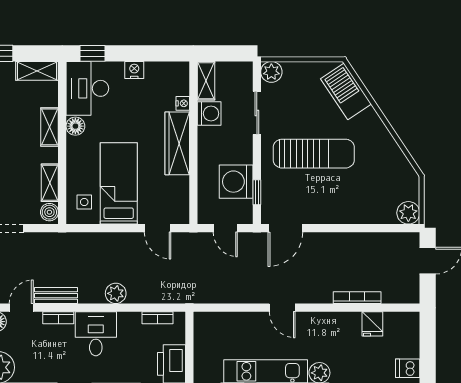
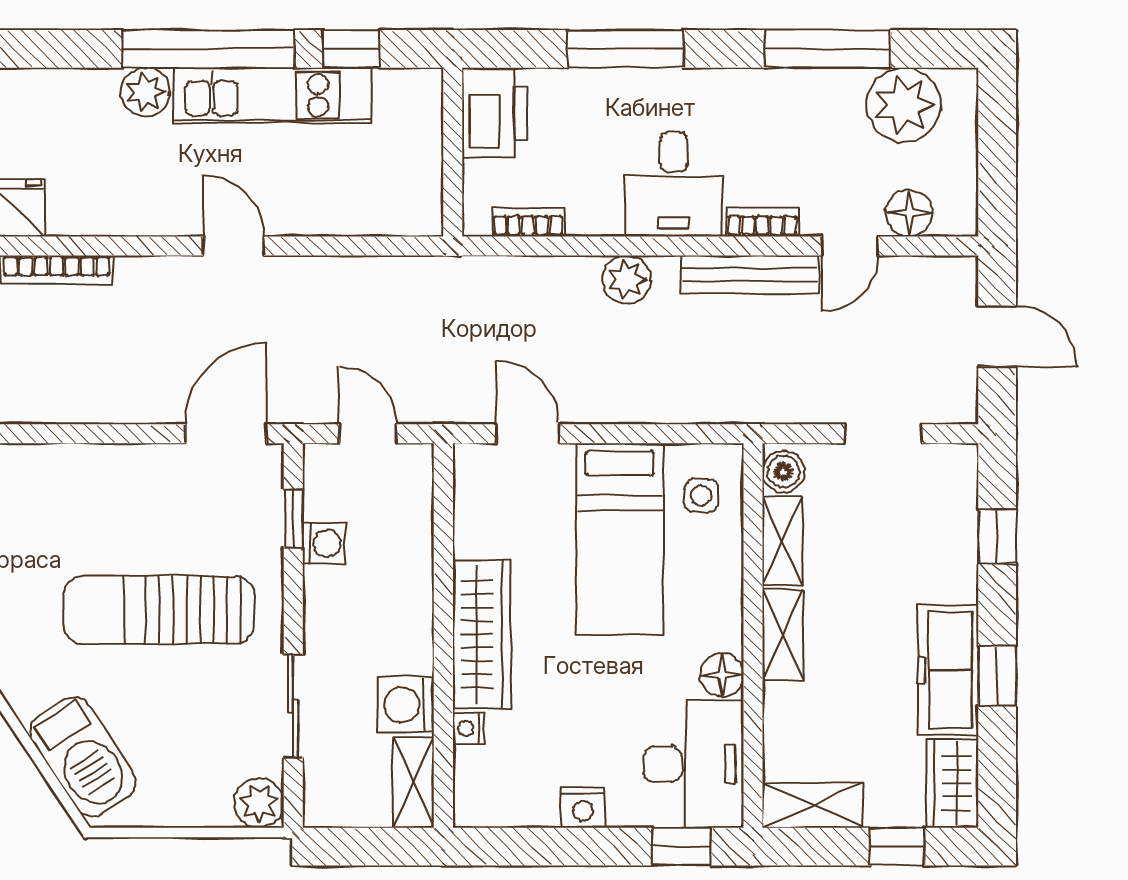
shelving: (50, 127) -> (783, 635), moved
washing machine: (236, 182) -> (324, 544), width x0.53, depth x0.53
bench: (56, 296) -> (750, 275), width x1.36

